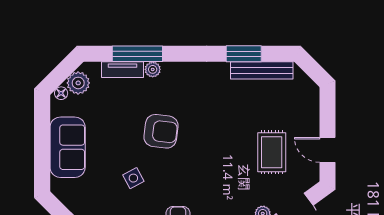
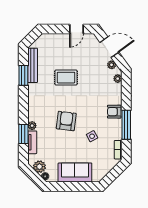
window: (137, 54) -> (23, 134), width x0.69
rug: (272, 152) -> (66, 78), moved

